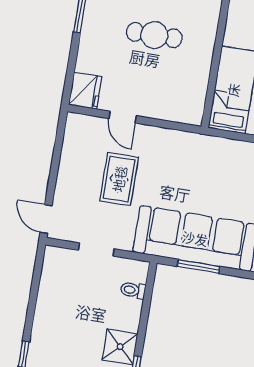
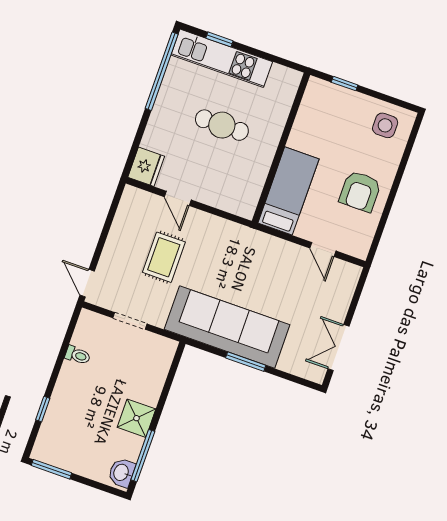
window: (198, 266) -> (246, 362), moved
toilet: (133, 290) -> (78, 355), moved, turned 180

